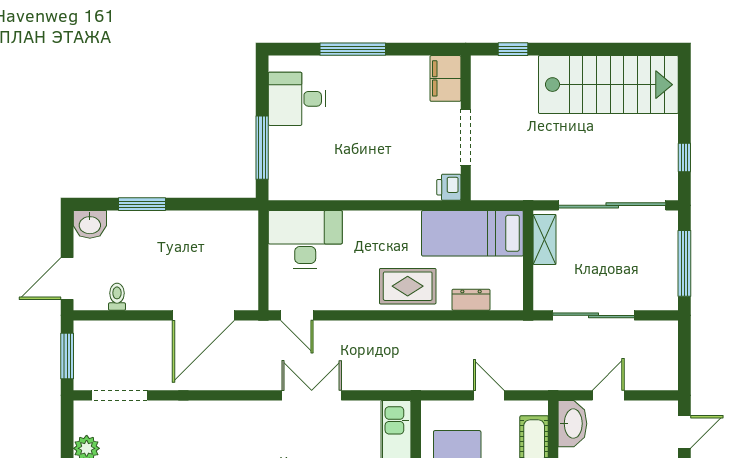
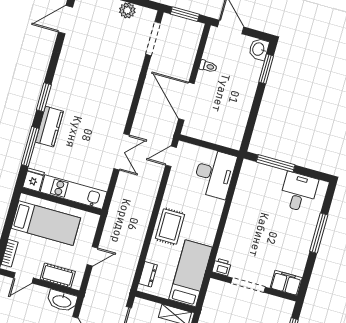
window: (142, 204) -> (266, 69), moved
toilet: (117, 297) -> (208, 66), moved
dresser: (471, 300) -> (148, 274), moved

